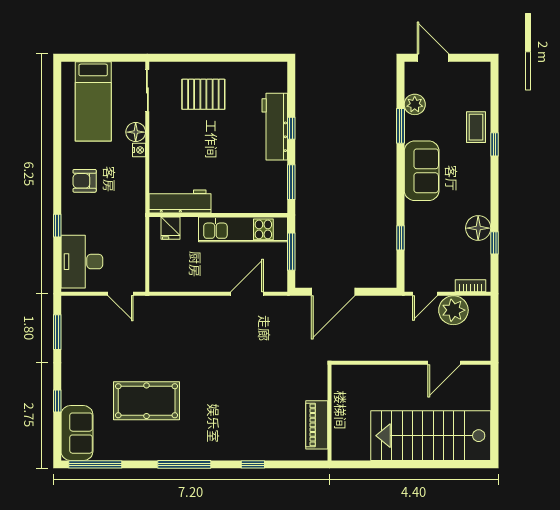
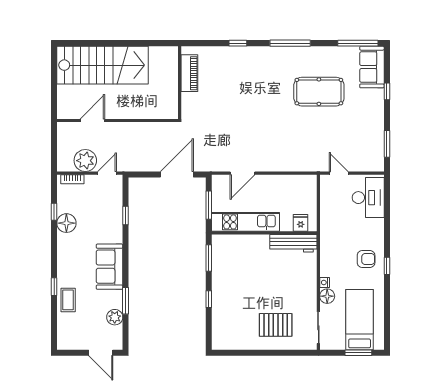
window: (95, 58) -> (358, 353), added
workbench: (275, 127) -> (221, 300), removed
window: (57, 226) -> (387, 266), moved

